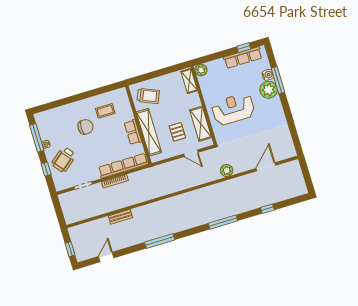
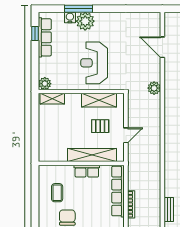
trolley: (148, 96) -> (55, 145), removed
door: (191, 153) -> (126, 135), moved

